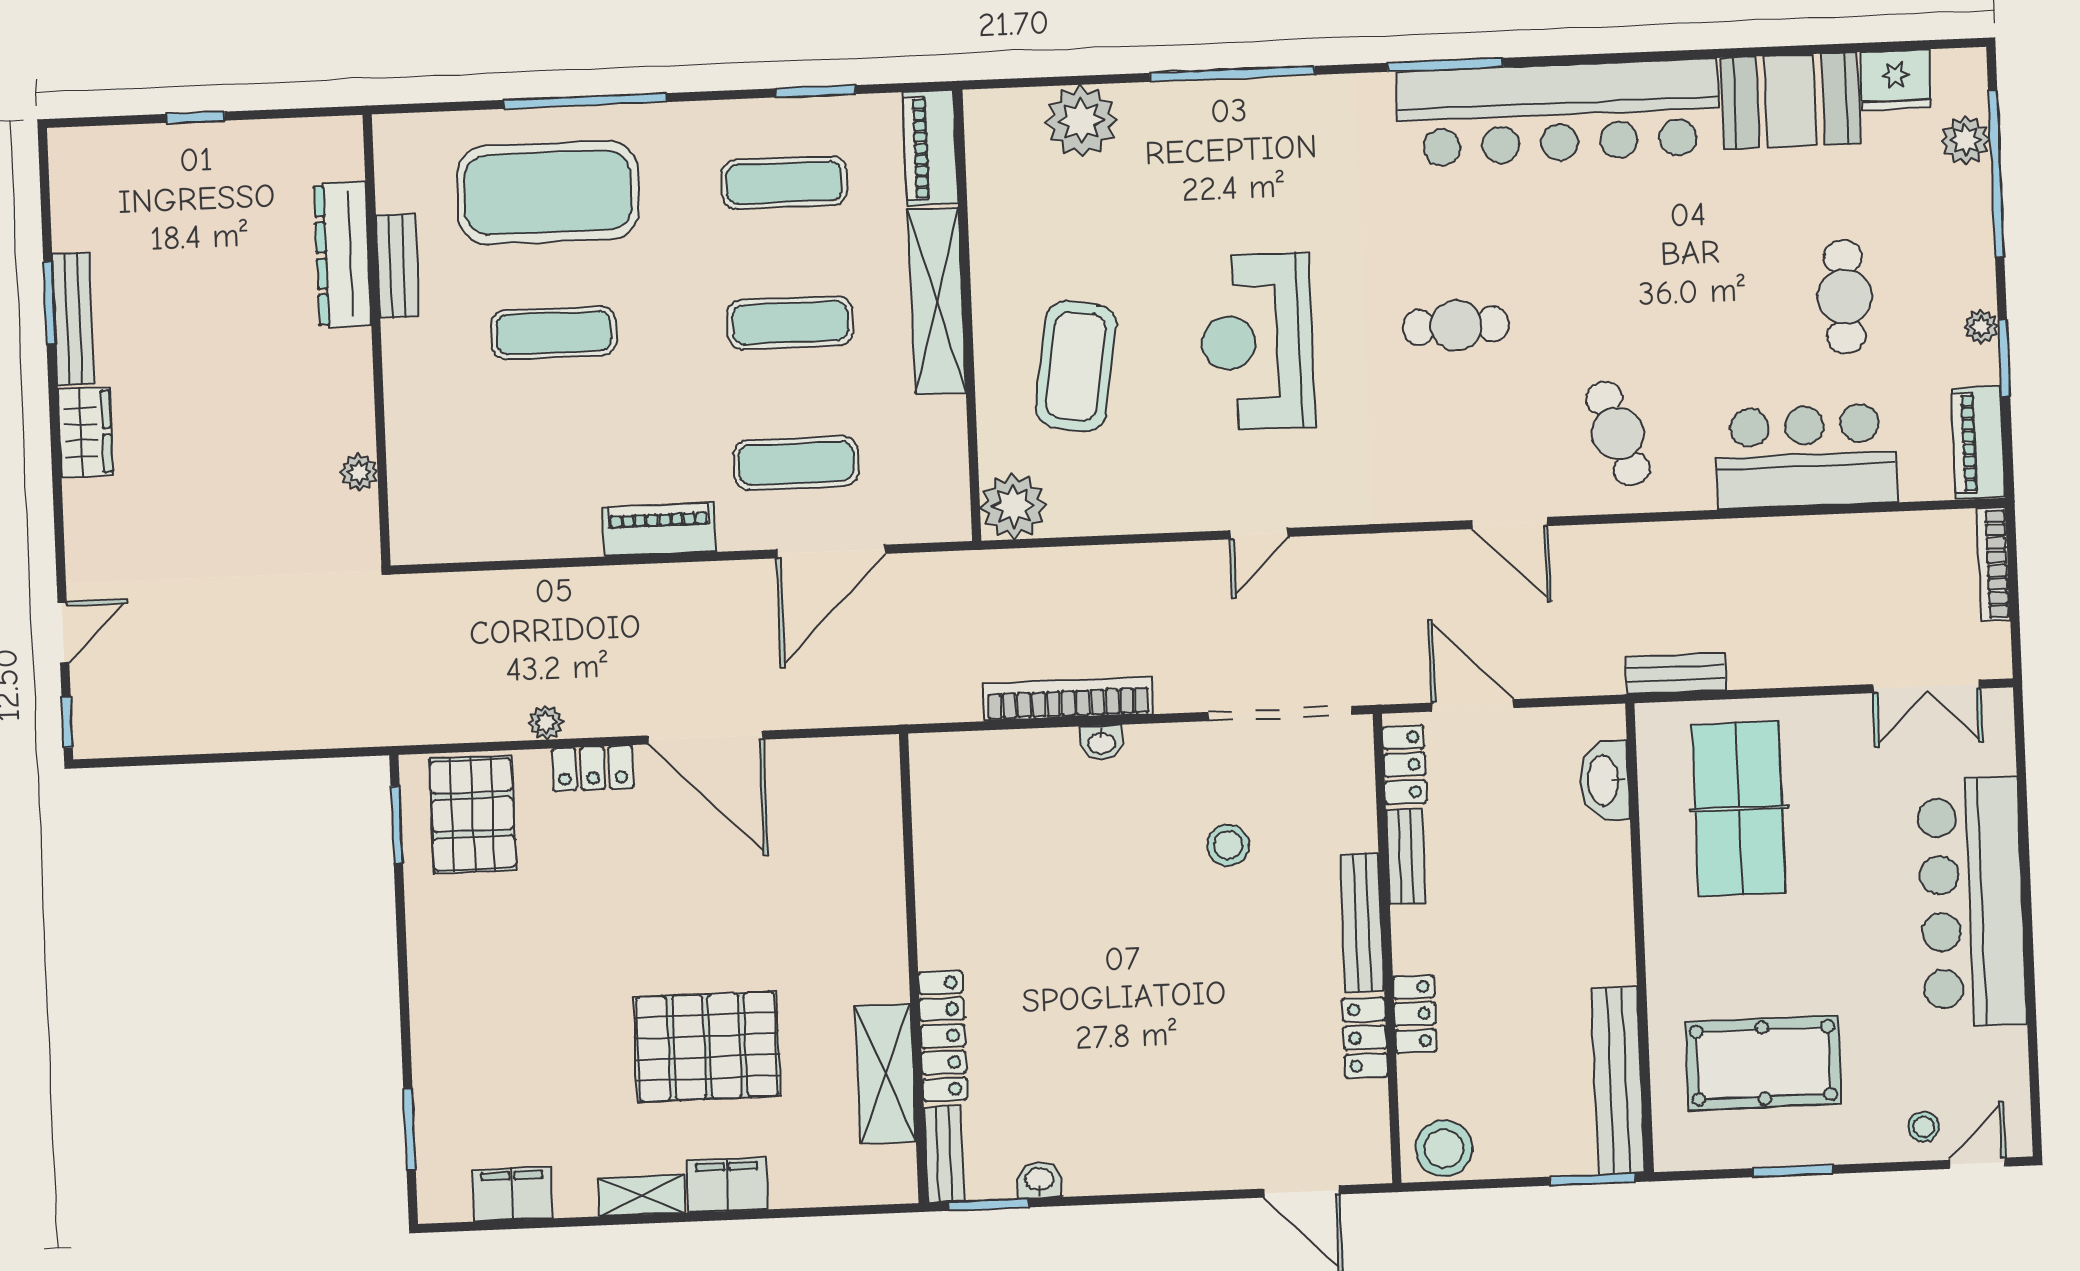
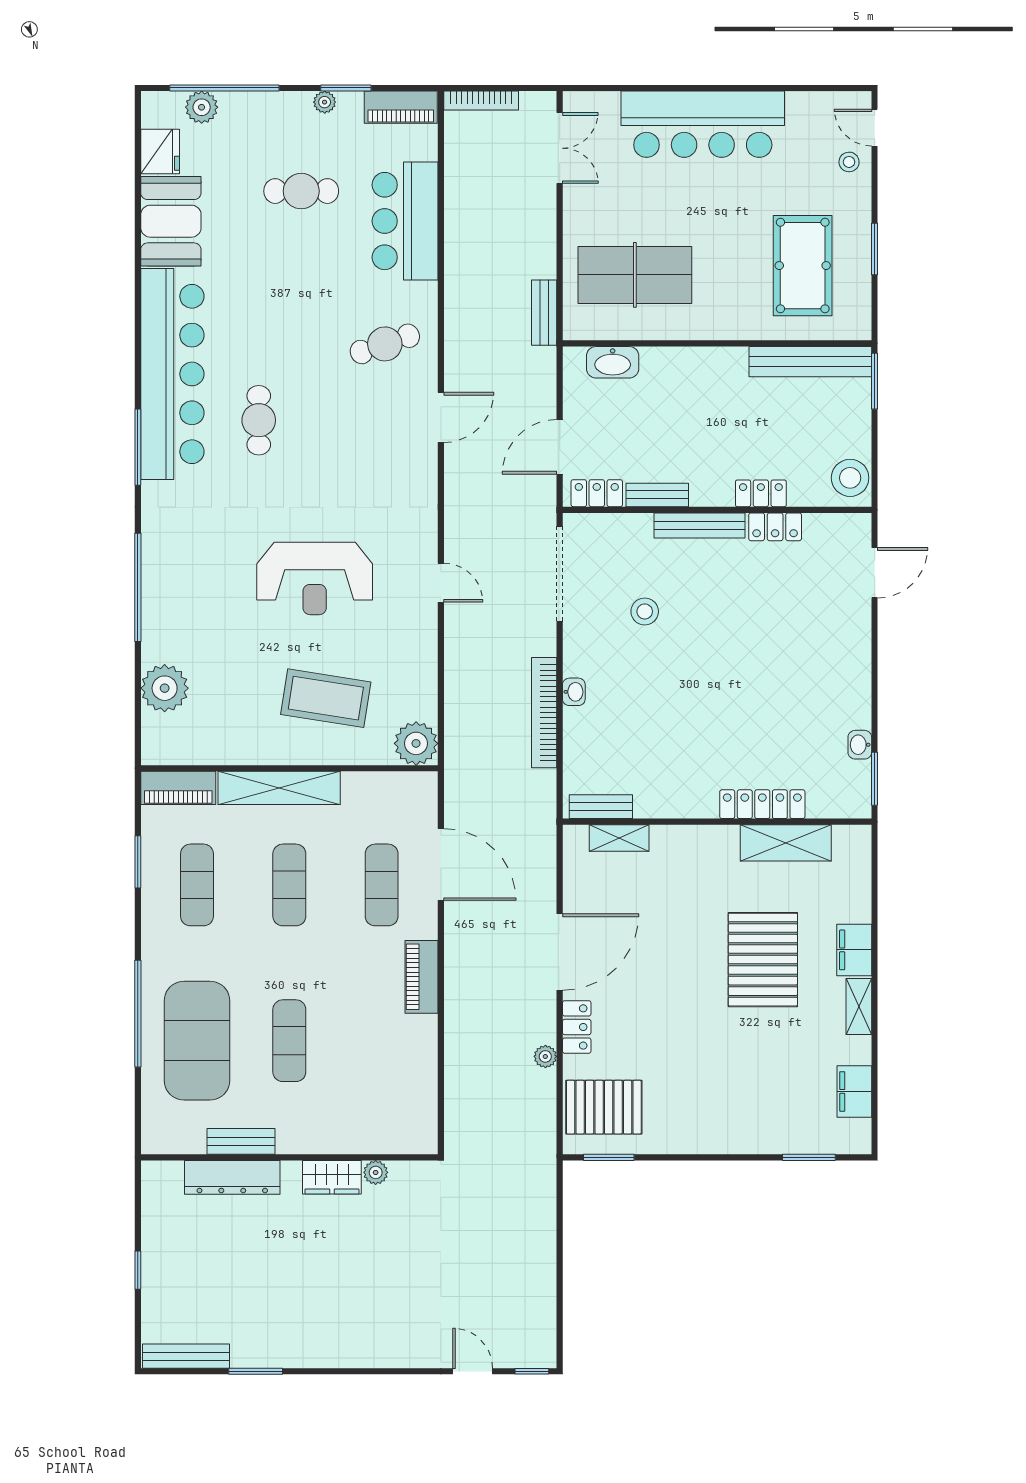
bench: (73, 319) -> (186, 1356), moved
cafe table: (1456, 326) -> (259, 420), moved
wardrobe: (85, 432) -> (332, 1177), moved, turned 180
shelving: (882, 821) -> (619, 838), added
bench: (944, 1154) -> (601, 807), moved

